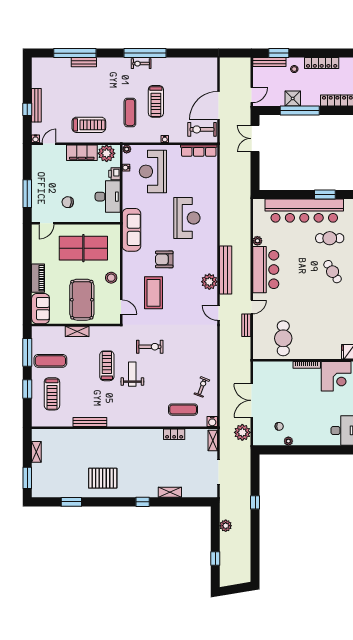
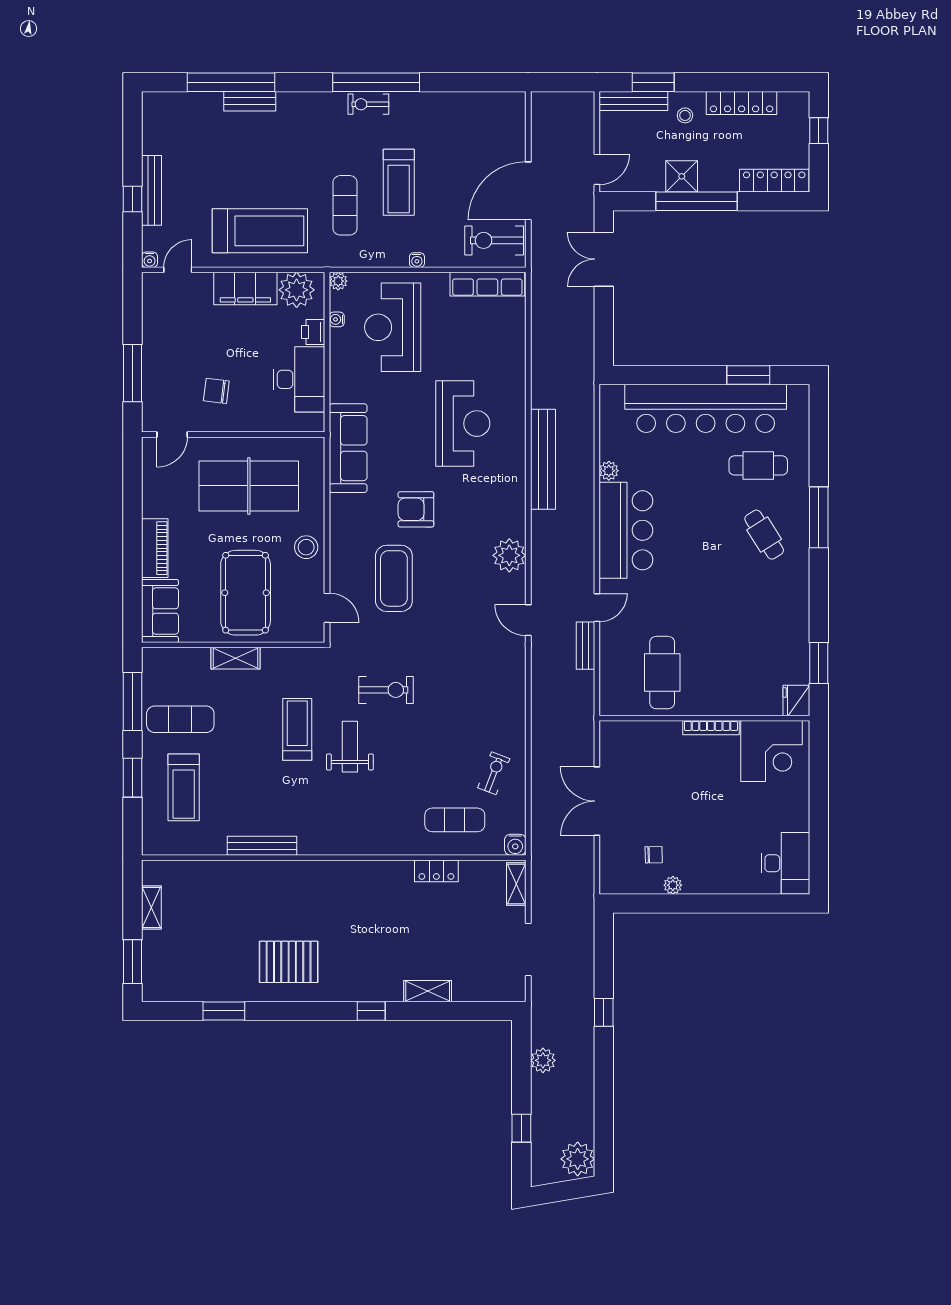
treadmill: (89, 125) -> (260, 231), width x1.37, depth x1.38
bench: (226, 270) -> (543, 459), moved
plant: (242, 432) -> (578, 1159), moved

